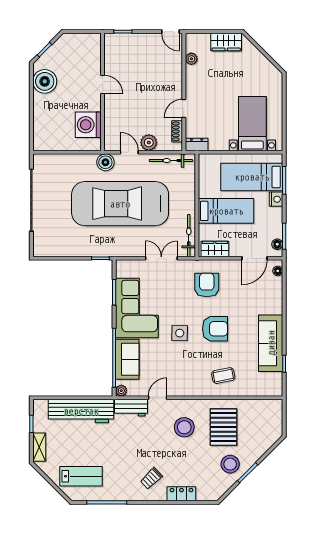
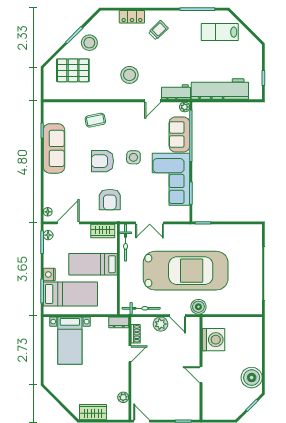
pallet: (223, 427) -> (73, 70), moved, turned 90
shelving: (39, 447) -> (256, 58), removed

